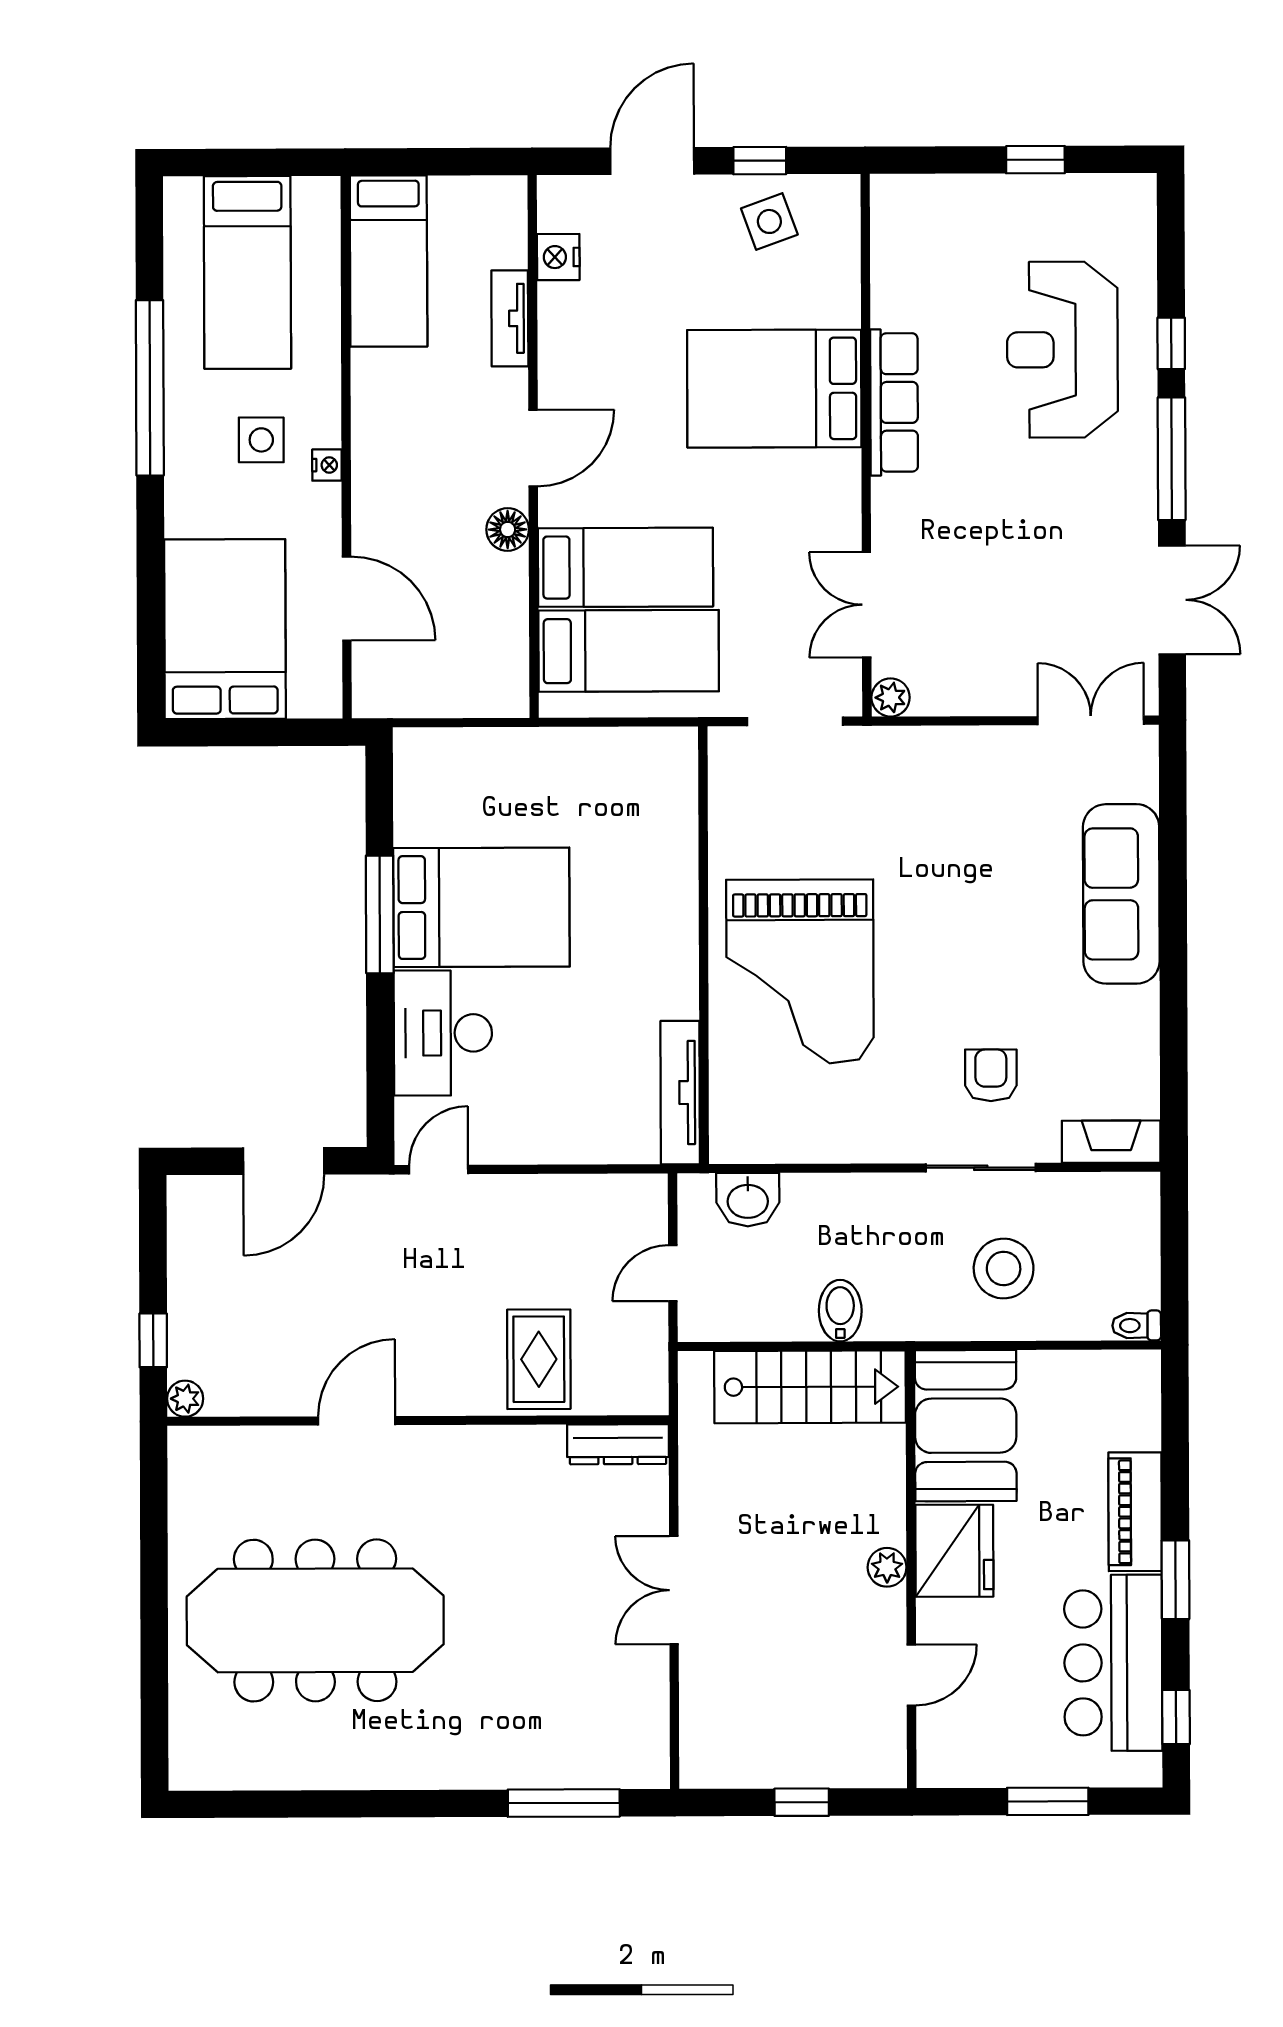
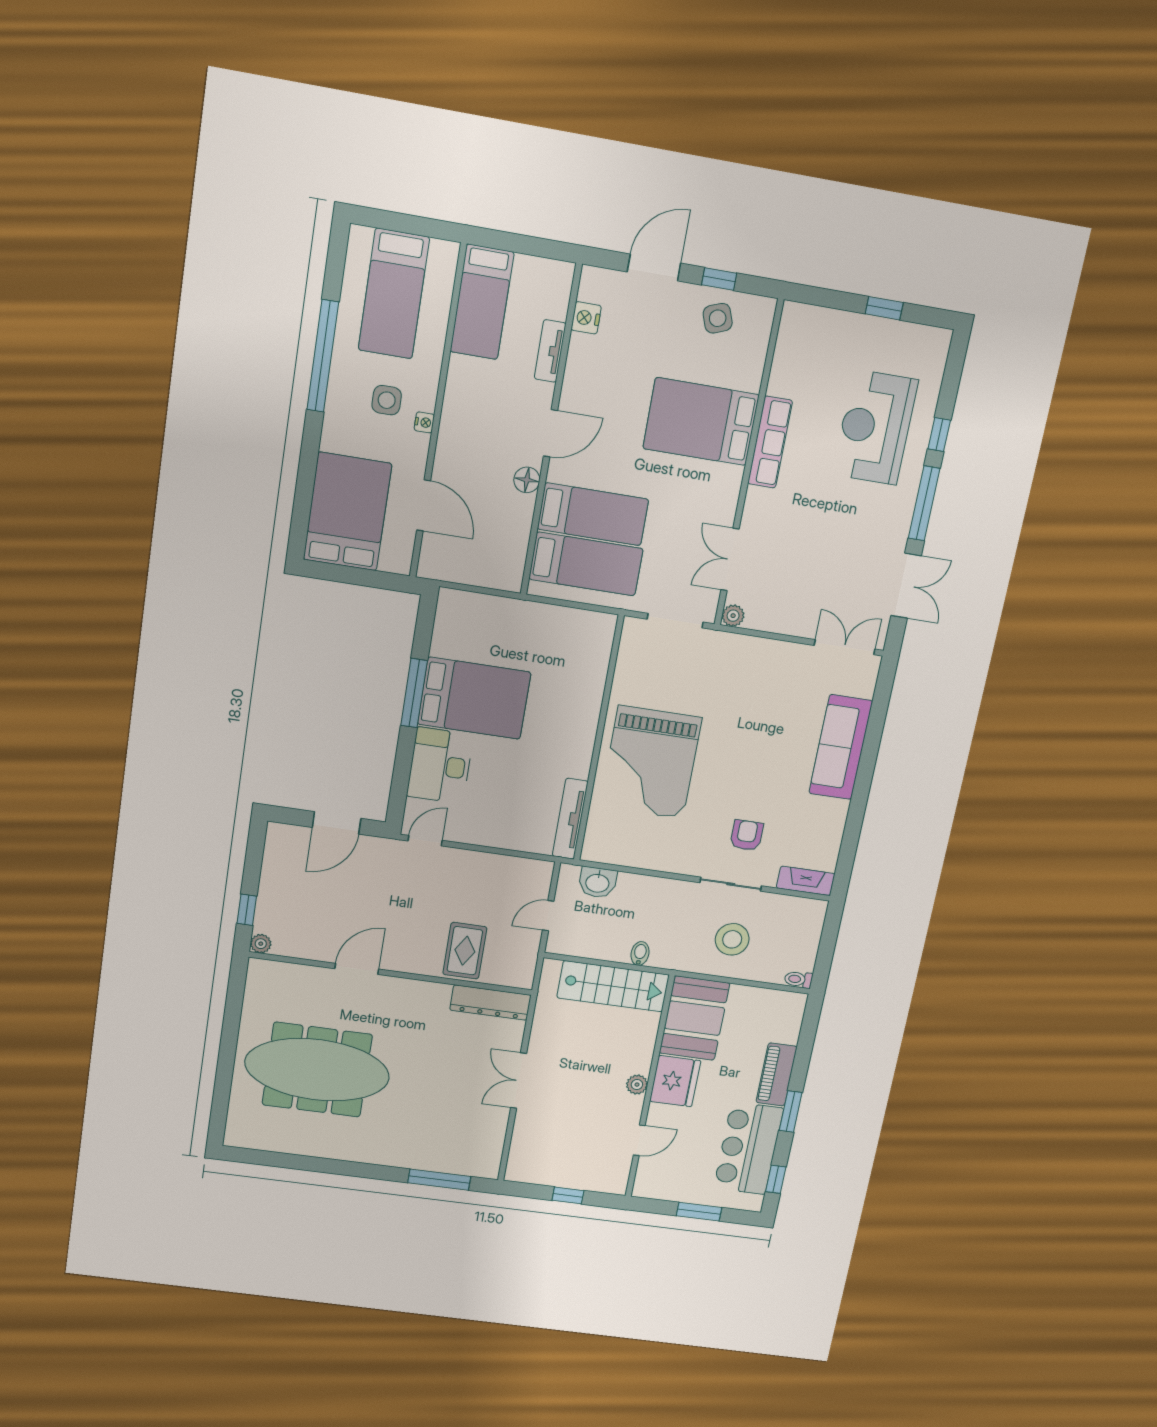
bidet: (840, 1311) -> (640, 953), width x0.72, depth x0.74
dresser: (618, 1444) -> (490, 1003), width x1.37, depth x1.24

